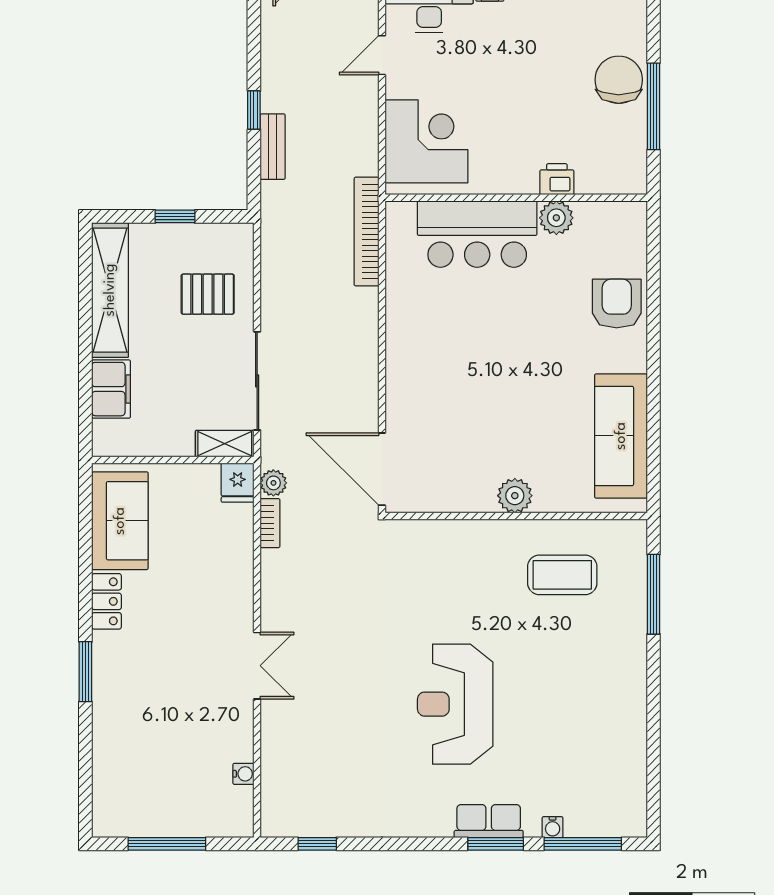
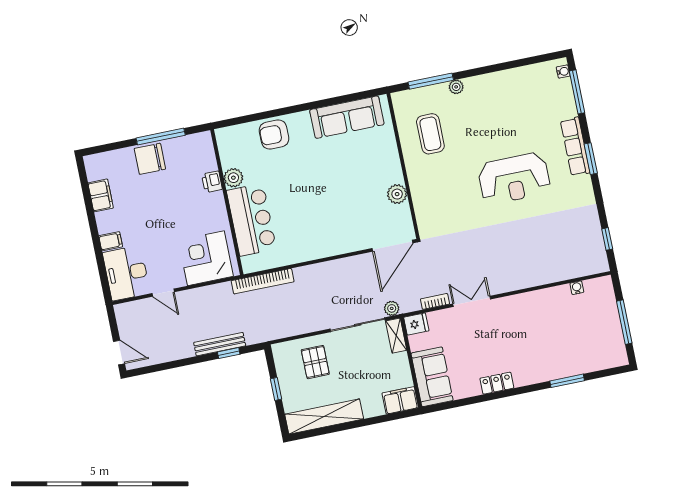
window: (254, 110) -> (229, 353), moved
bench: (273, 147) -> (220, 344), width x1.36
filing cabinet: (111, 389) -> (400, 400), moved
plant: (273, 483) -> (392, 308), moved
plant: (515, 496) -> (397, 194), moved
sofa: (120, 521) -> (432, 377), moved, turned 90
plant: (635, 636) -> (456, 87), added
double door: (257, 666) -> (472, 301), moved
window: (85, 672) -> (567, 381), moved
row of seats: (489, 821) -> (575, 147), width x1.48
water cooler: (553, 827) -> (563, 72), moved
window: (496, 844) -> (591, 159), moved

